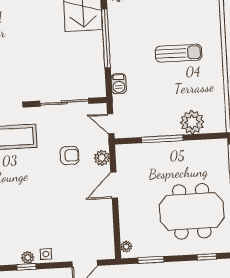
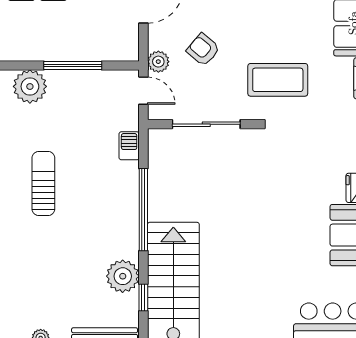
sun lounger: (179, 53) -> (43, 184), turned 90
armchair: (69, 156) -> (203, 50), turned 40
plant: (102, 158) -> (158, 62), moved

